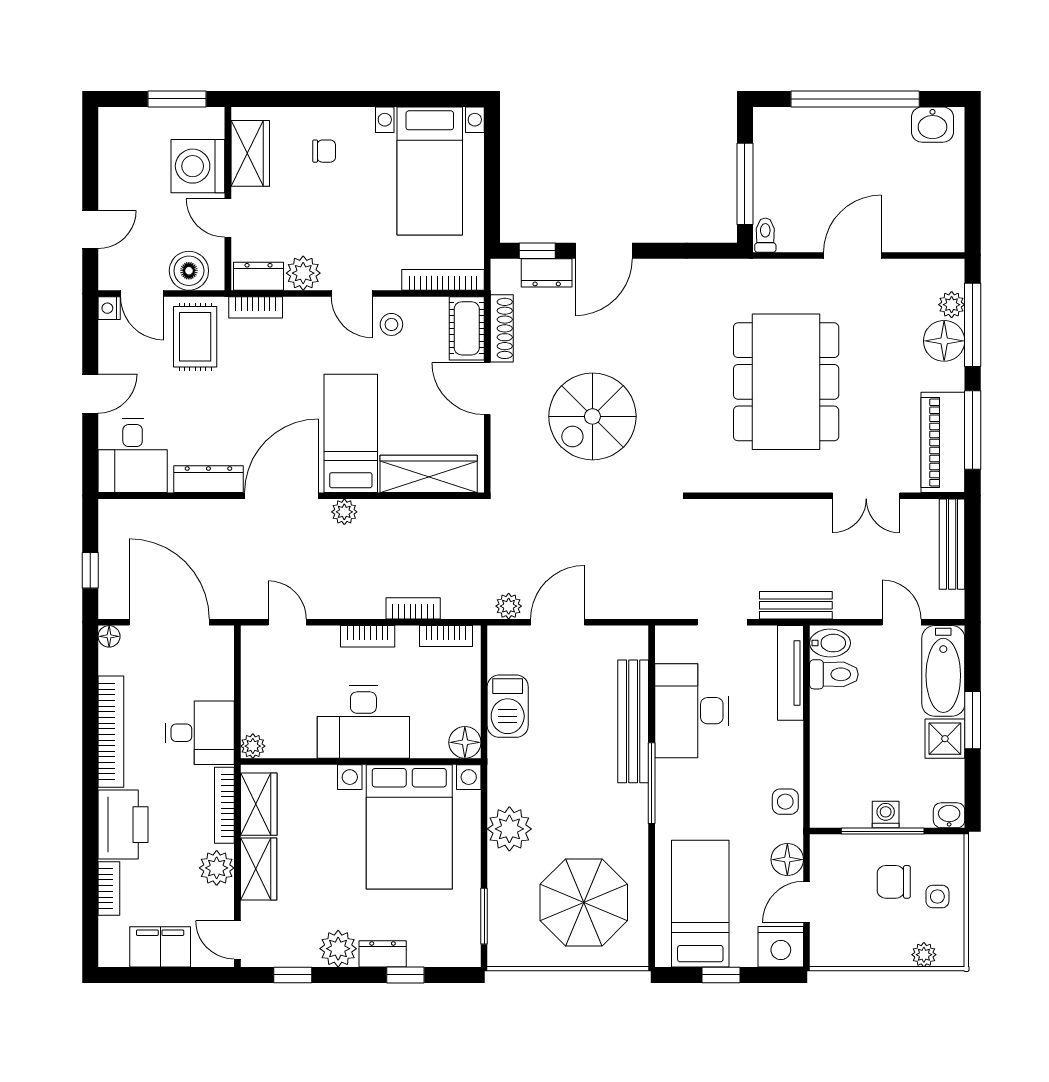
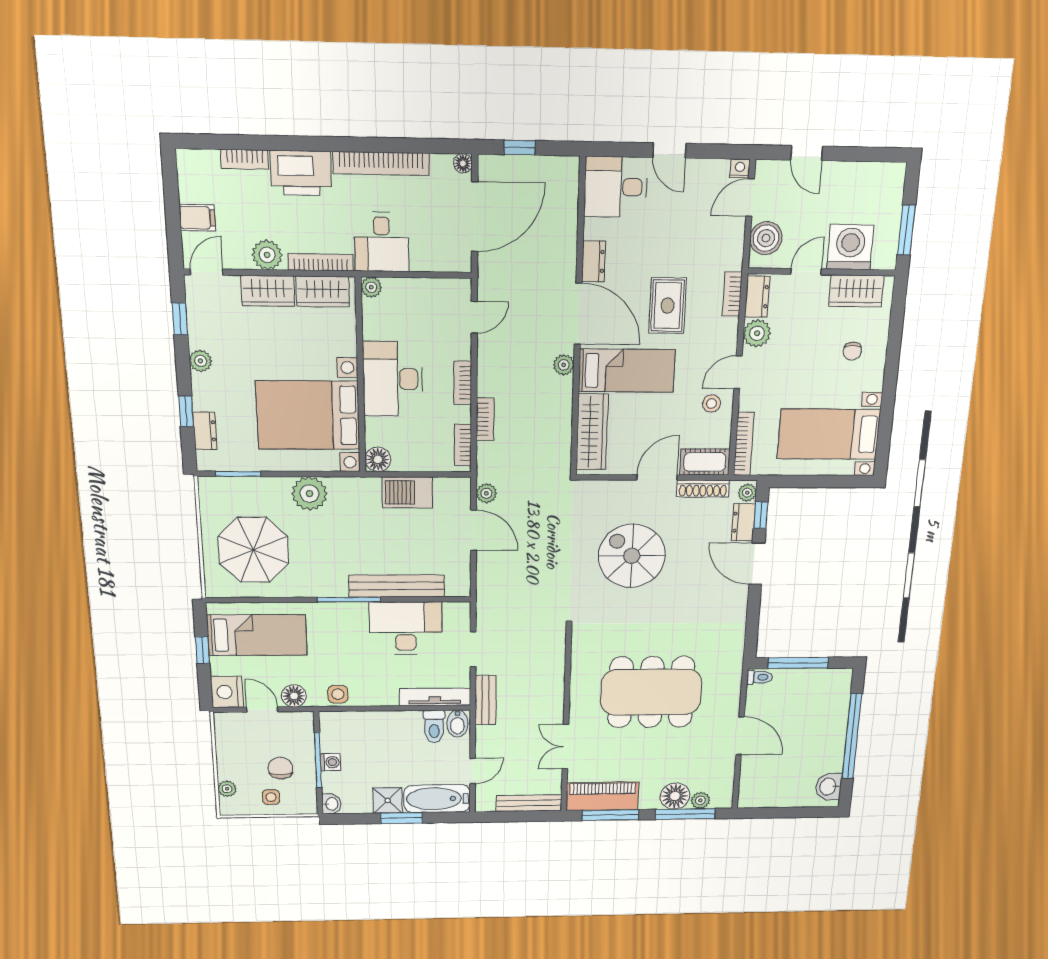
plant: (507, 271) -> (747, 493), added
rug: (195, 337) -> (668, 306), moved, turned 90
dresser: (208, 479) -> (593, 261), width x0.70
filing cabinet: (160, 947) -> (197, 218), width x0.50
plant: (338, 949) -> (201, 361), width x0.73, depth x0.73
dresser: (383, 954) -> (205, 431), moved

